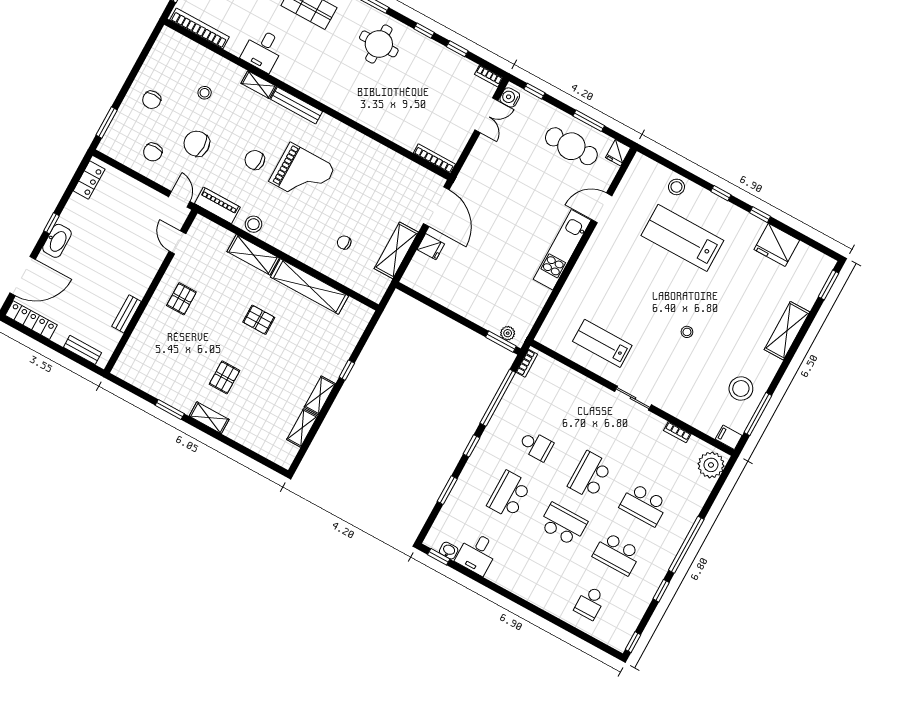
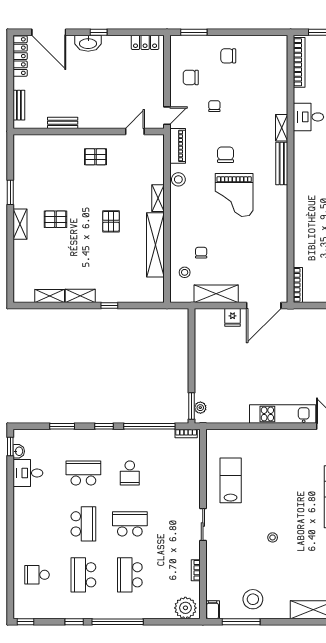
stool: (205, 93) -> (185, 272), moved
chair: (197, 144) -> (214, 106), width x0.54, depth x0.54
shelving: (253, 255) -> (158, 198), width x0.67, depth x0.75

